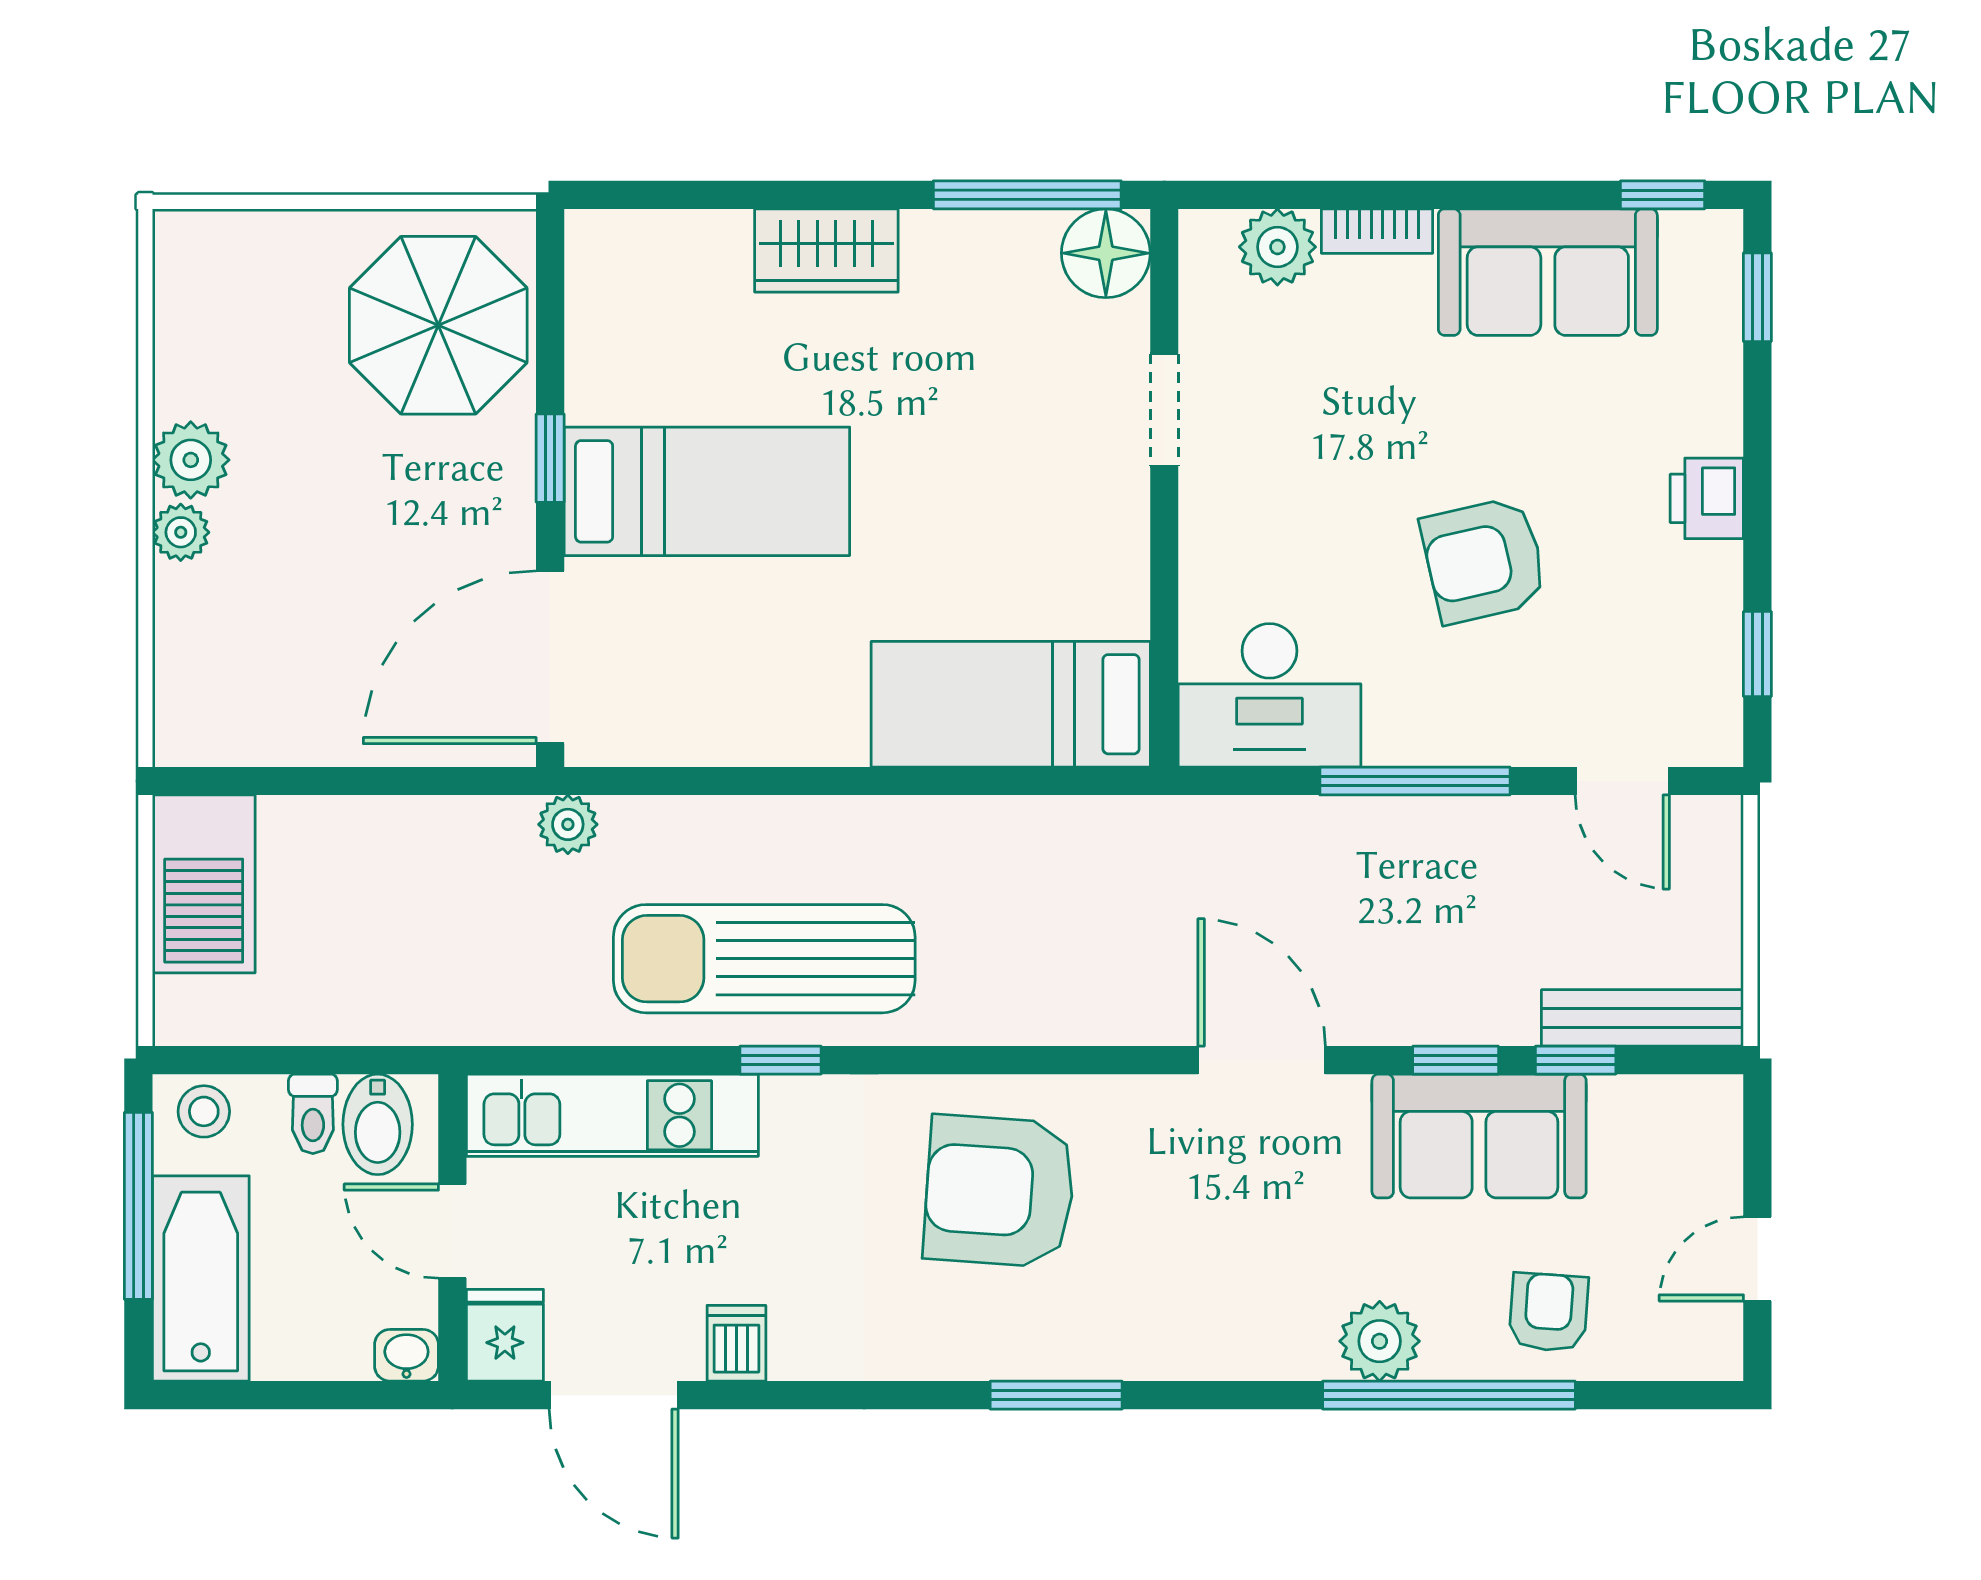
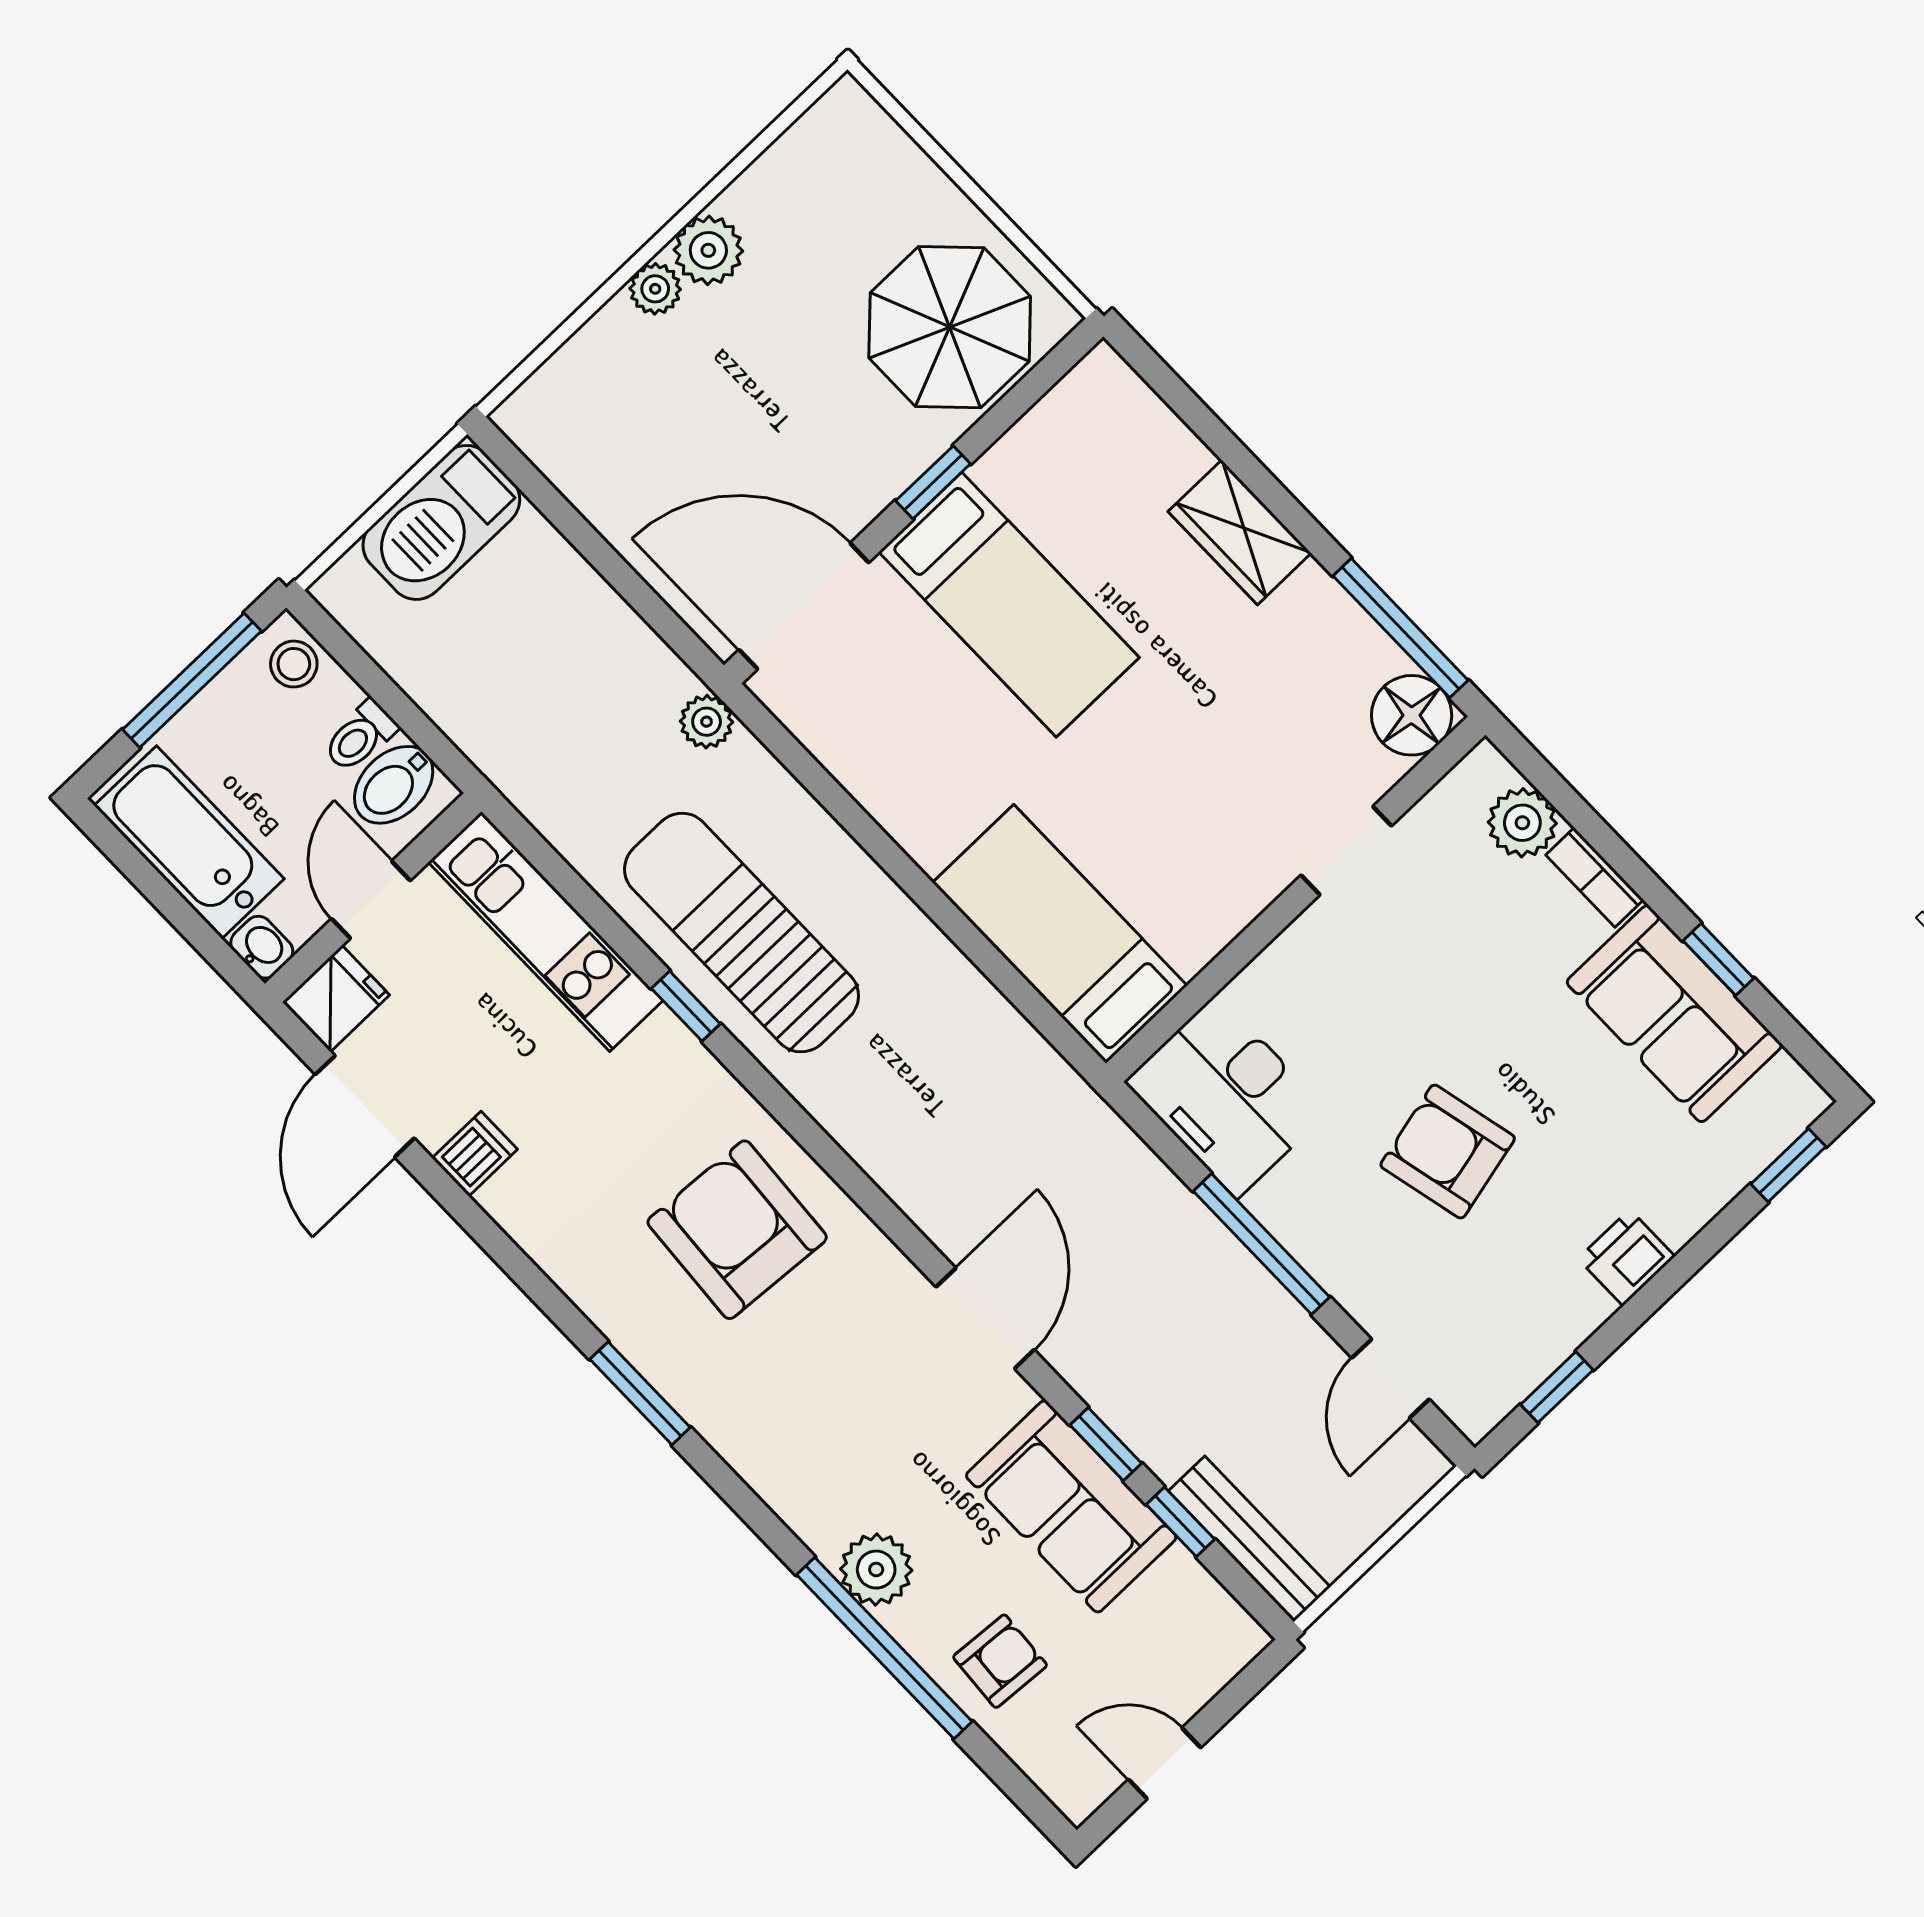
window: (1663, 195) -> (1718, 959), moved
bathtub: (201, 1278) -> (189, 842), moved, turned -90

